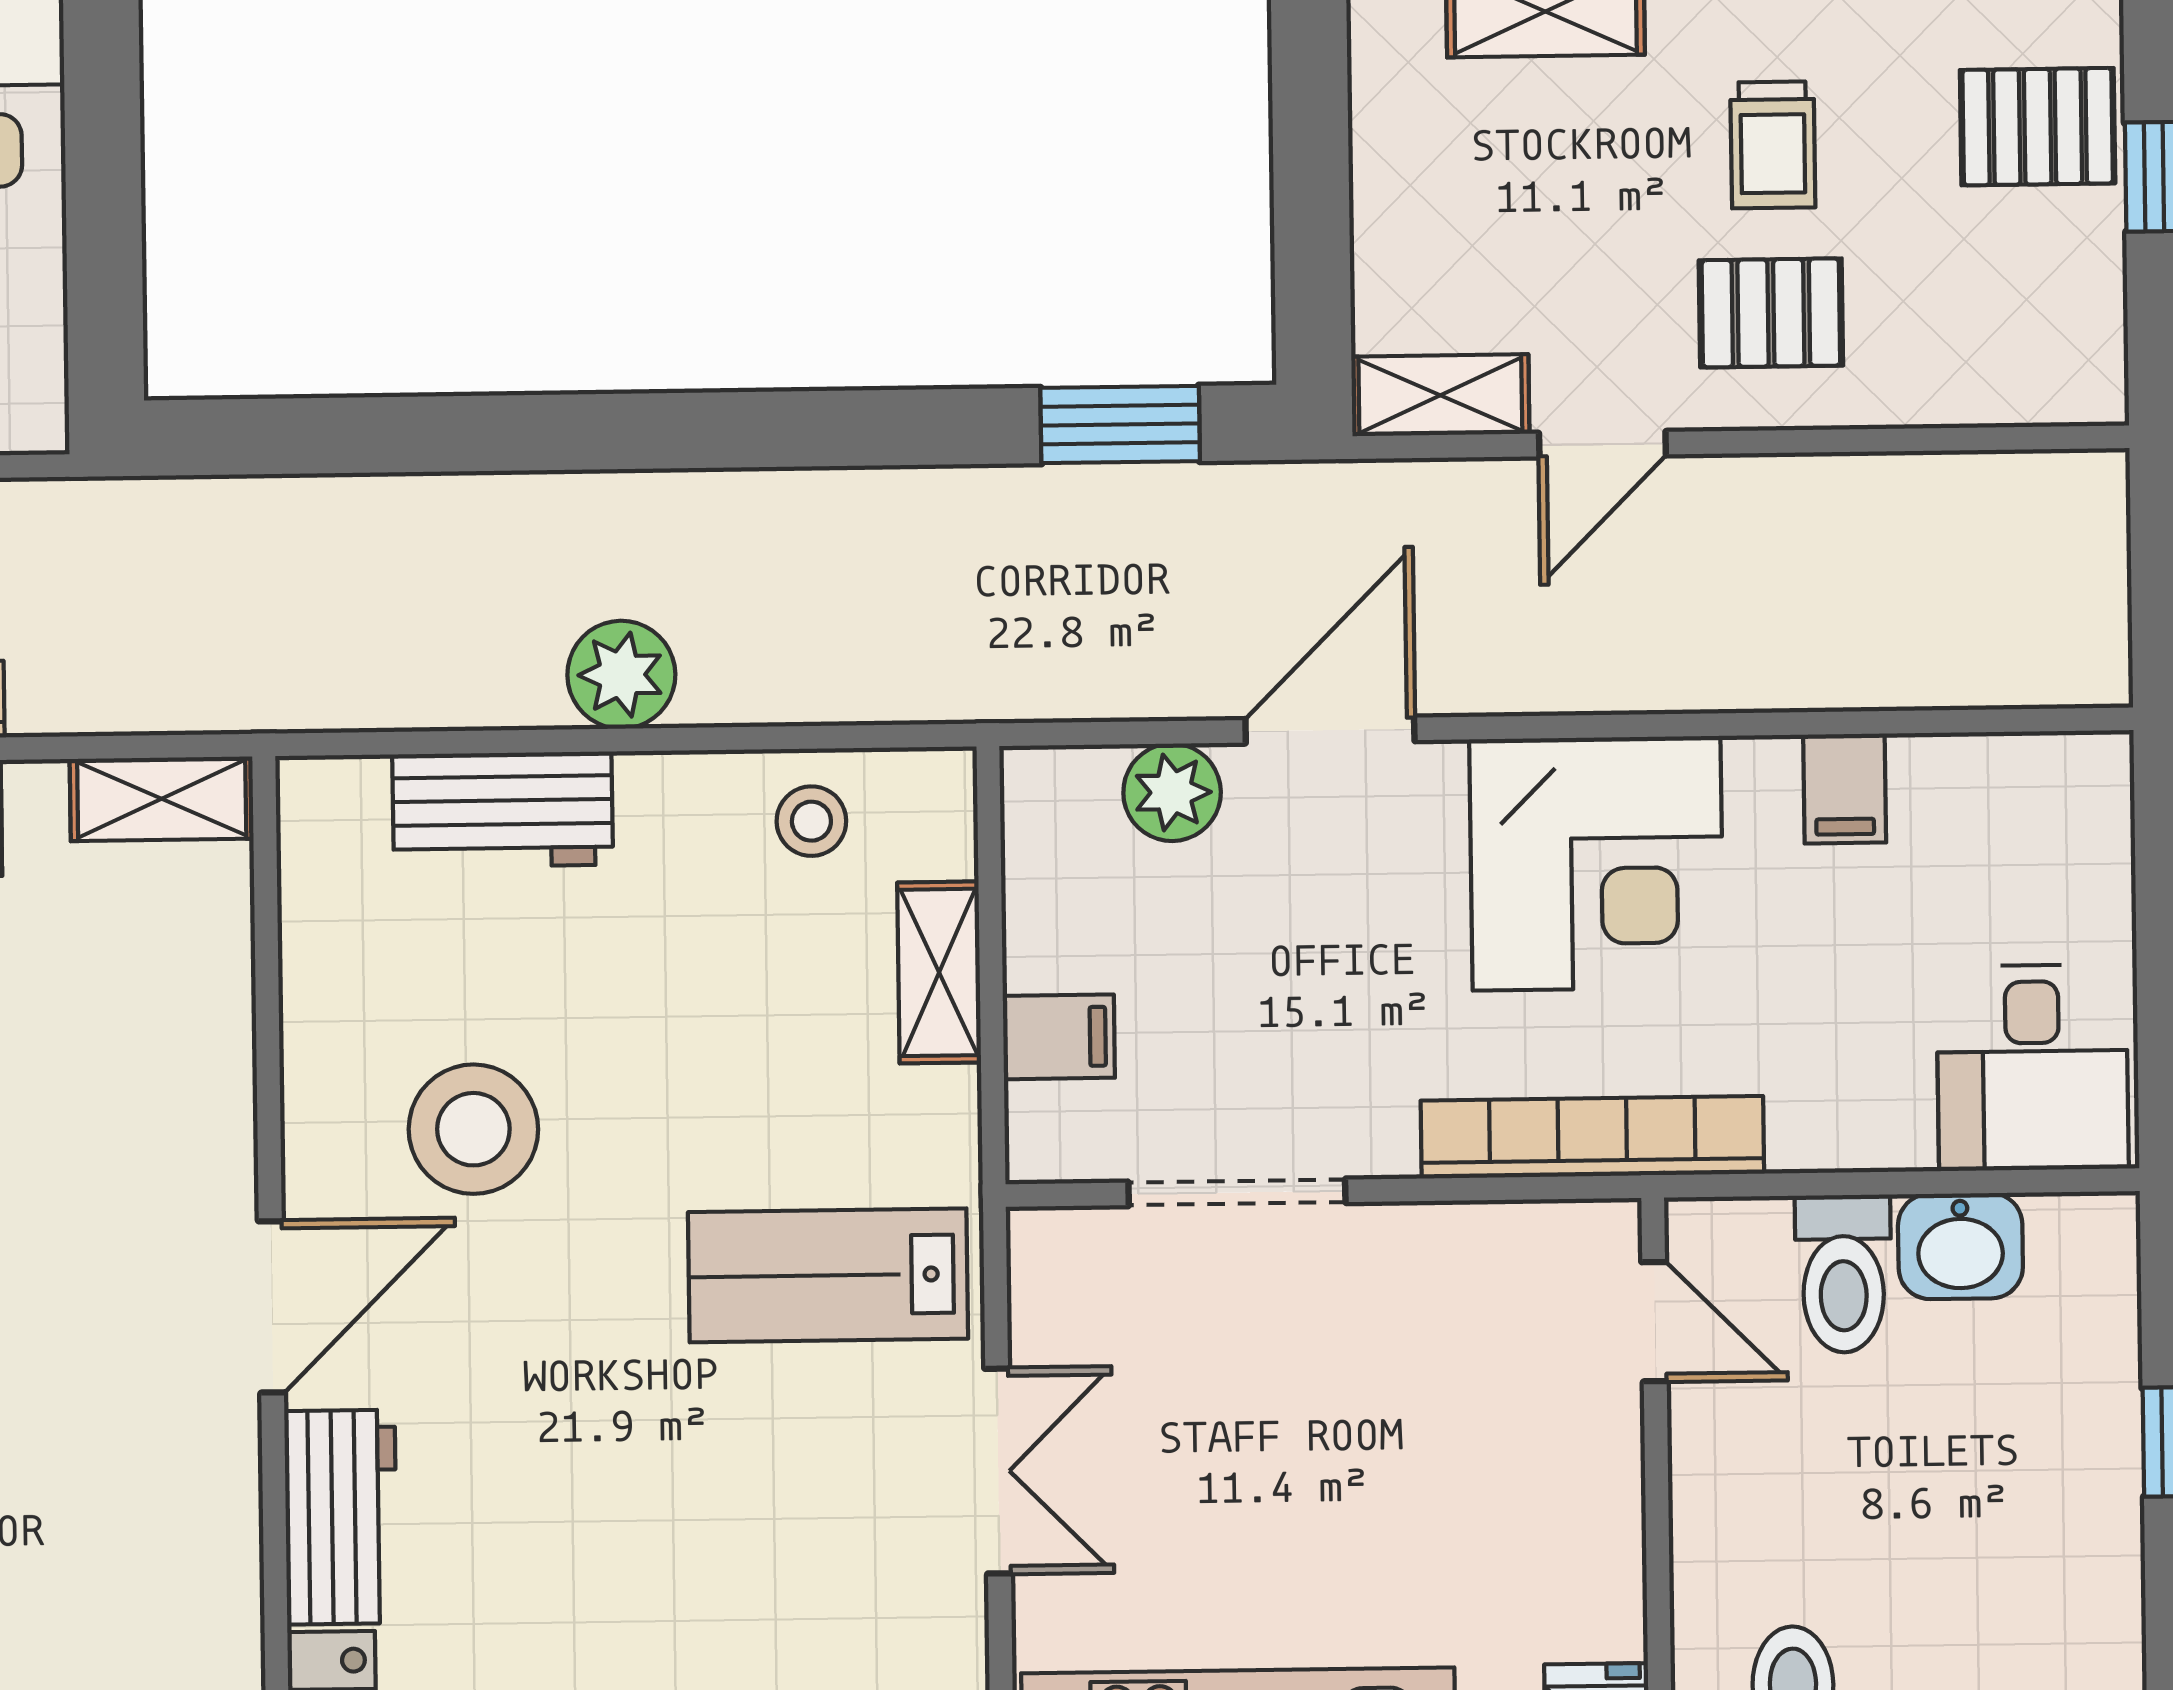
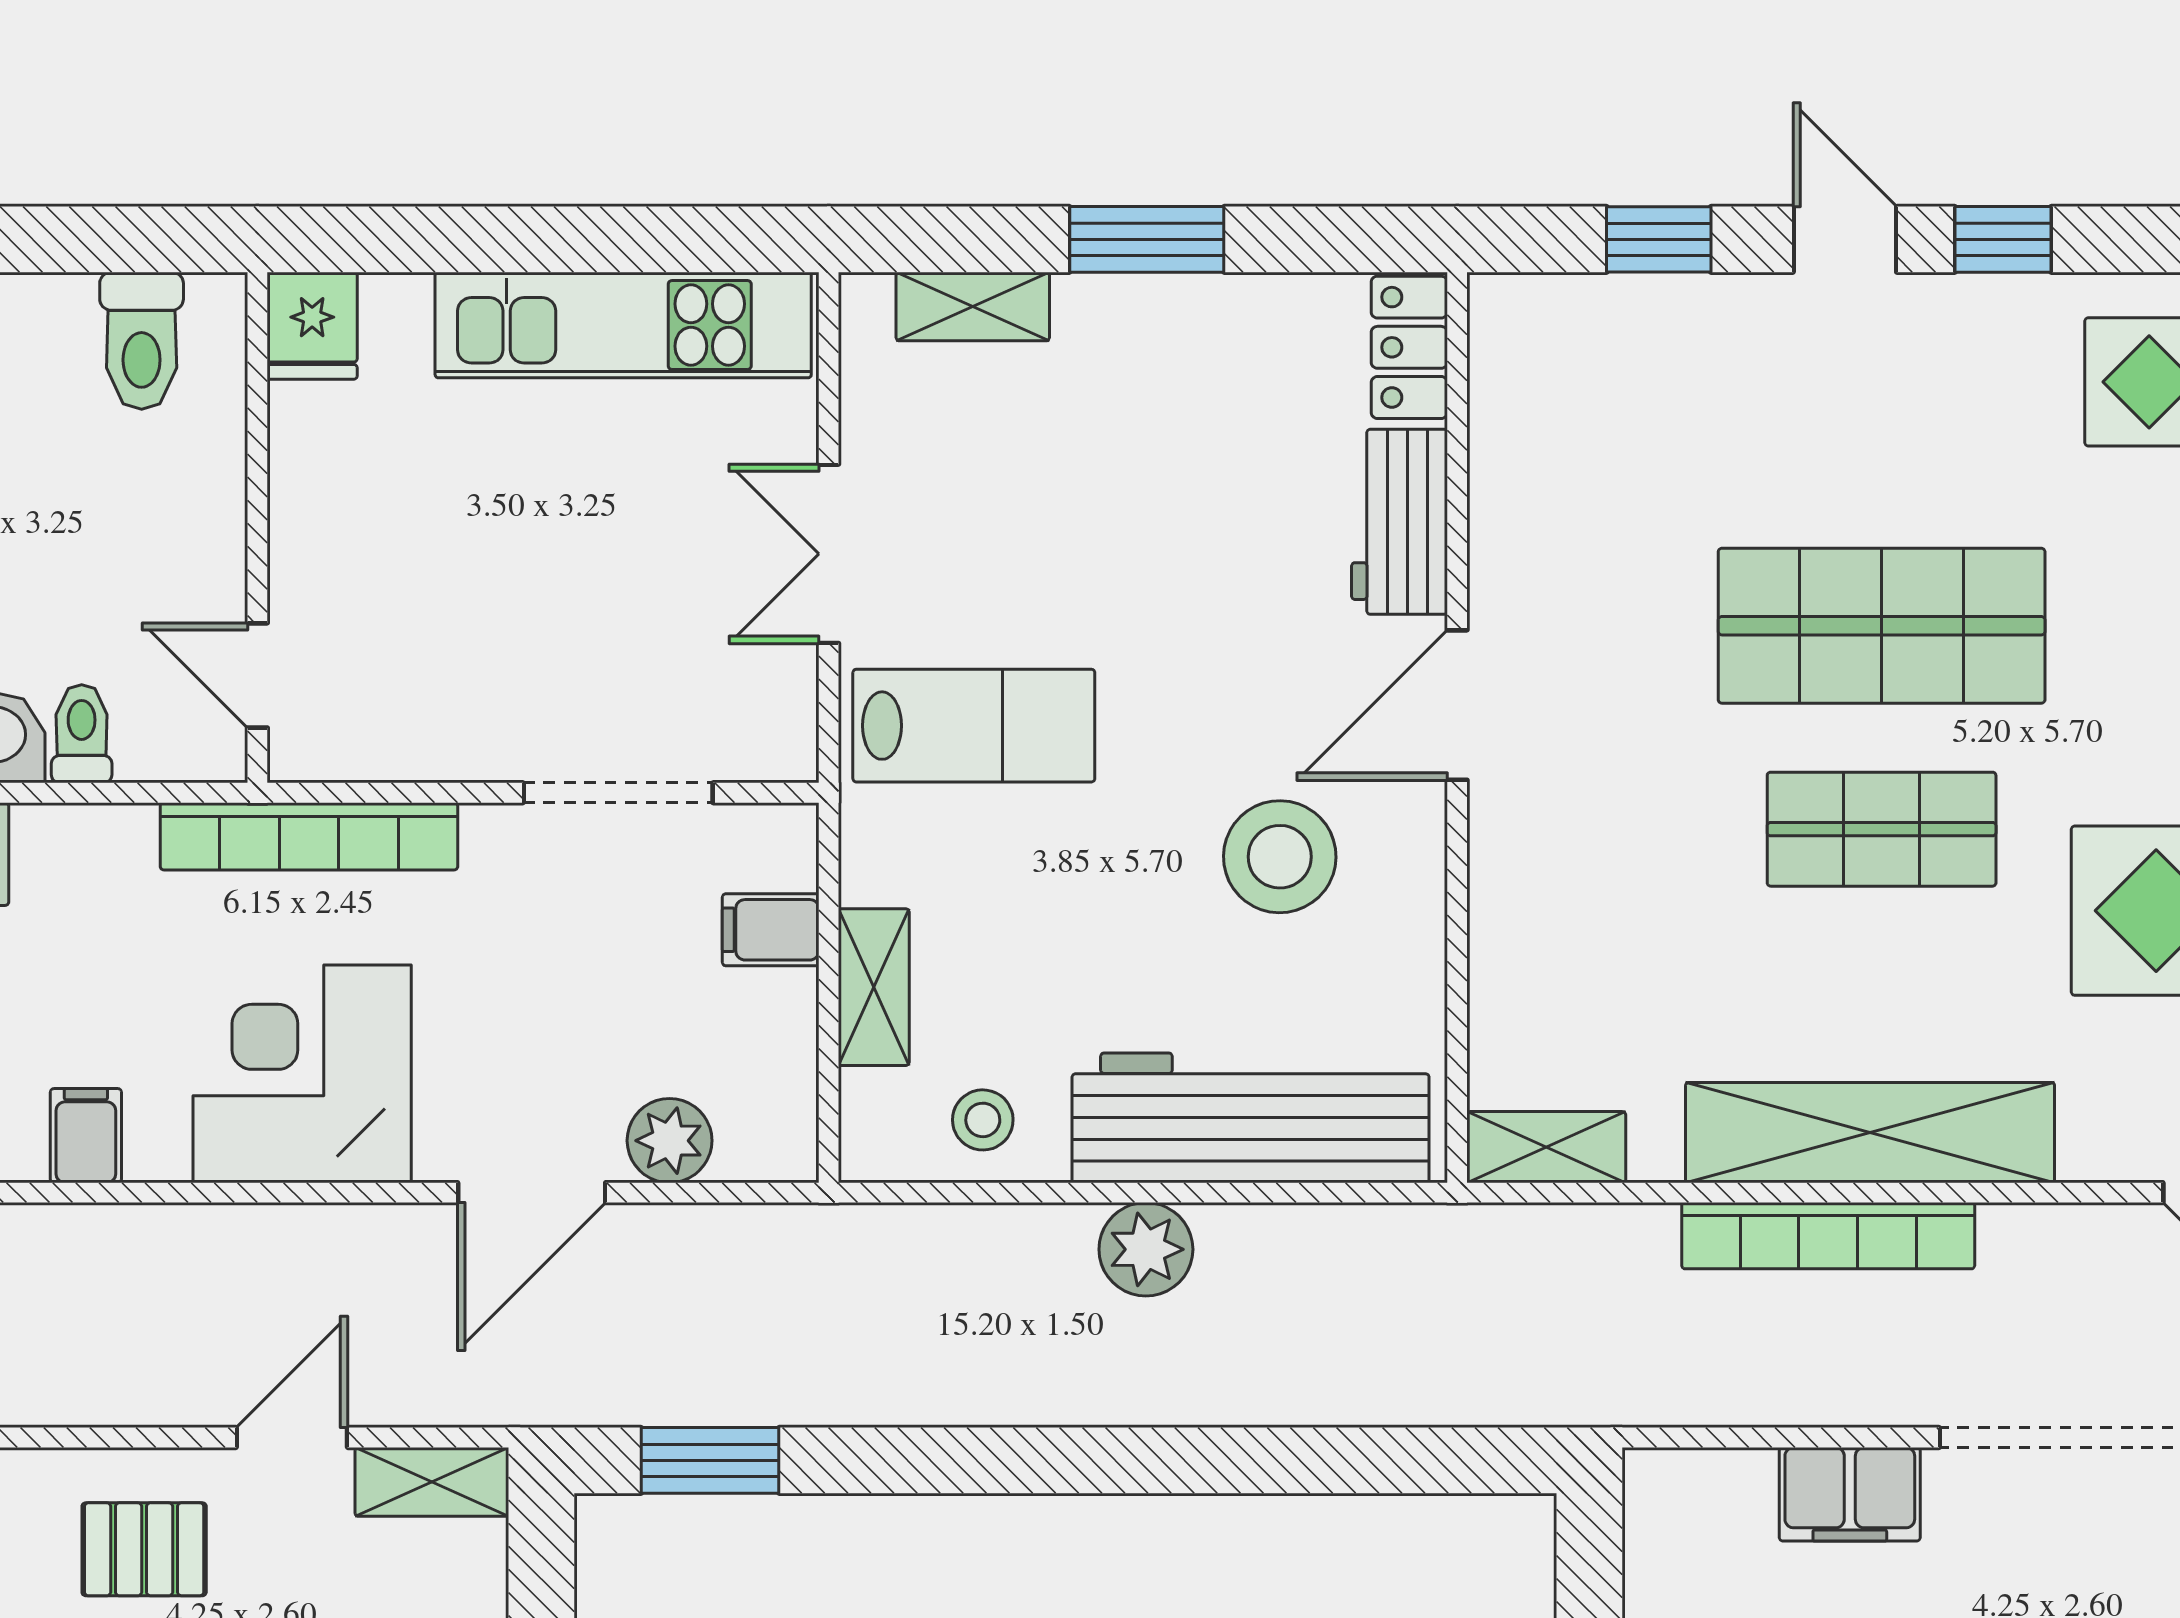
workbench: (503, 810) -> (1251, 1118), width x1.88, depth x1.32
toilet: (1843, 1274) -> (82, 734), width x0.73, depth x0.72

